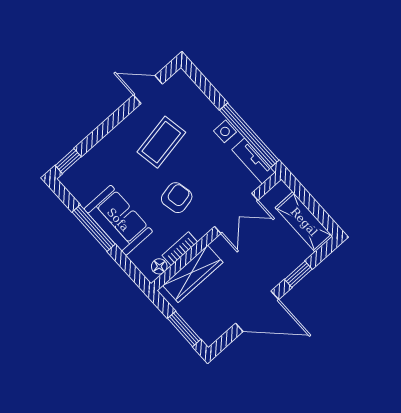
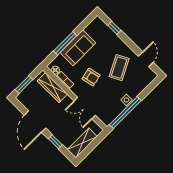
coffee table: (161, 142) -> (119, 68), turned 73
window: (68, 161) -> (114, 28), moved
tv unit: (254, 161) -> (112, 115), removed
window: (94, 228) -> (65, 43), moved

